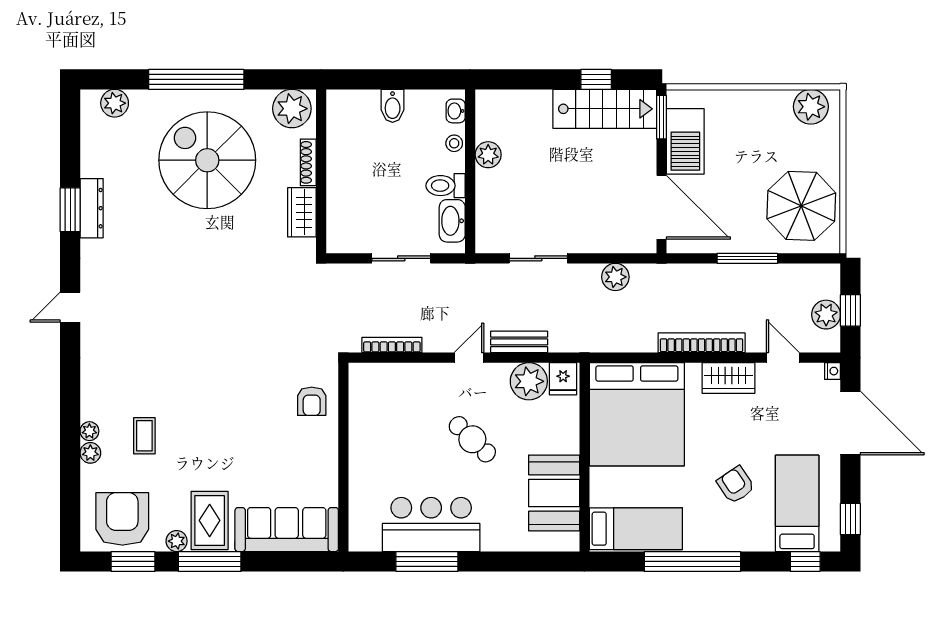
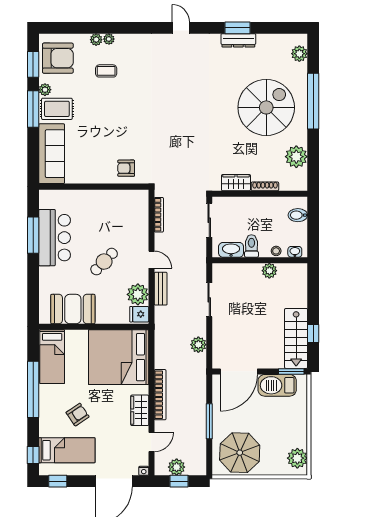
shoe rack: (308, 162) -> (265, 186), moved
wall: (321, 171) -> (260, 194), moved
wardrobe: (302, 212) -> (236, 183), moved

